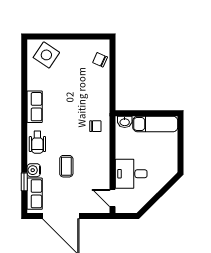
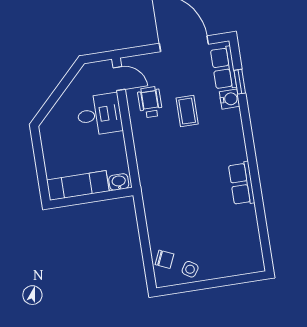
side table: (46, 55) -> (190, 269), moved, width x0.54, depth x0.54
chair: (95, 126) -> (157, 170), removed
wheelchair: (37, 142) -> (150, 102), moved

